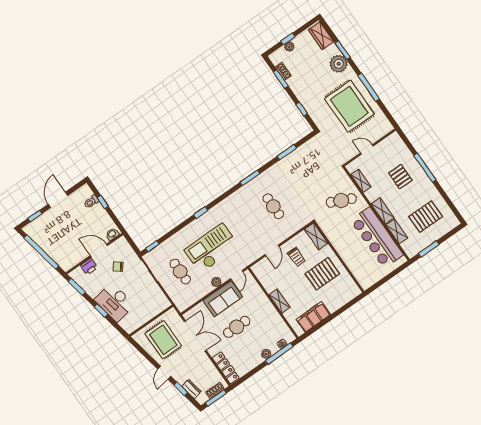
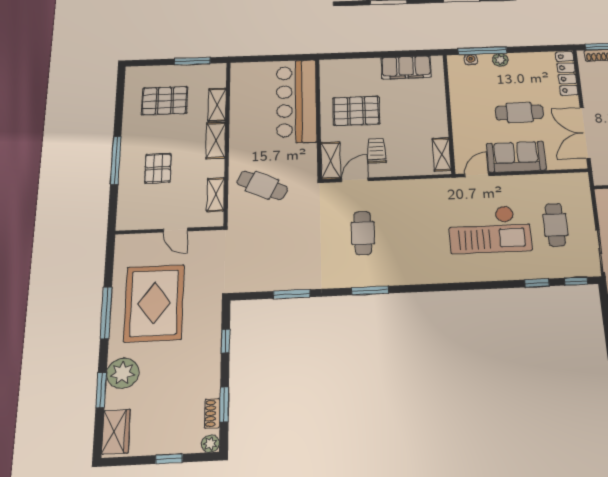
plant: (289, 47) -> (210, 444), moved
window: (201, 213) -> (537, 283), moved
bar counter: (377, 237) -> (297, 101), moved, turned 180
door: (272, 250) -> (355, 180), moved
plant: (216, 282) -> (512, 182), removed
shelving: (279, 301) -> (442, 154), moved

